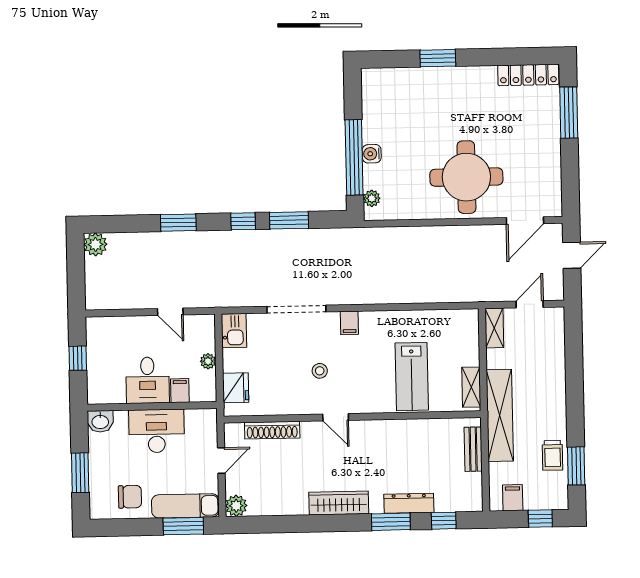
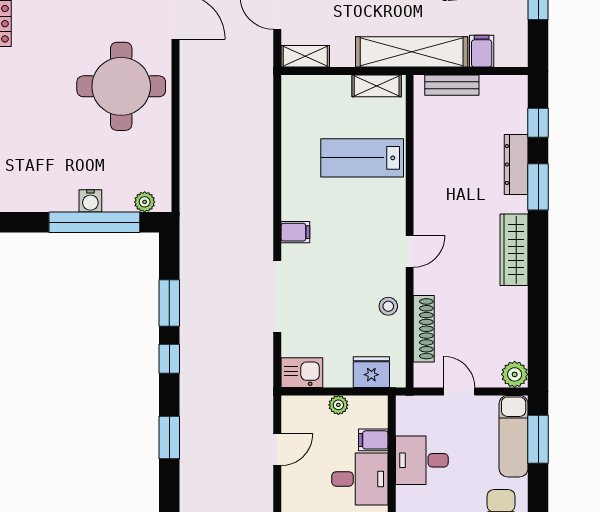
stool: (320, 371) -> (388, 306), moved
lab bench: (412, 377) -> (362, 158), turned 180
desk: (157, 431) -> (422, 460), width x0.73
filing cabinet: (513, 498) -> (482, 51), moved, turned 90

